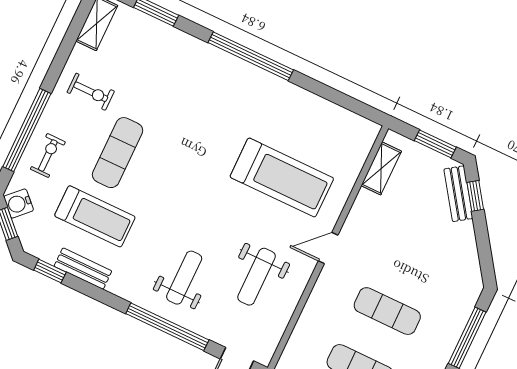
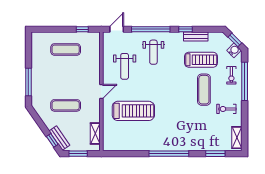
treadmill: (282, 178) -> (133, 111), turned 180
treadmill: (95, 216) -> (201, 60), turned 180
window: (50, 271) -> (186, 29), moved
weight bench: (257, 277) -> (125, 66), turned 180
exercise mat: (387, 311) -> (66, 105), moved

